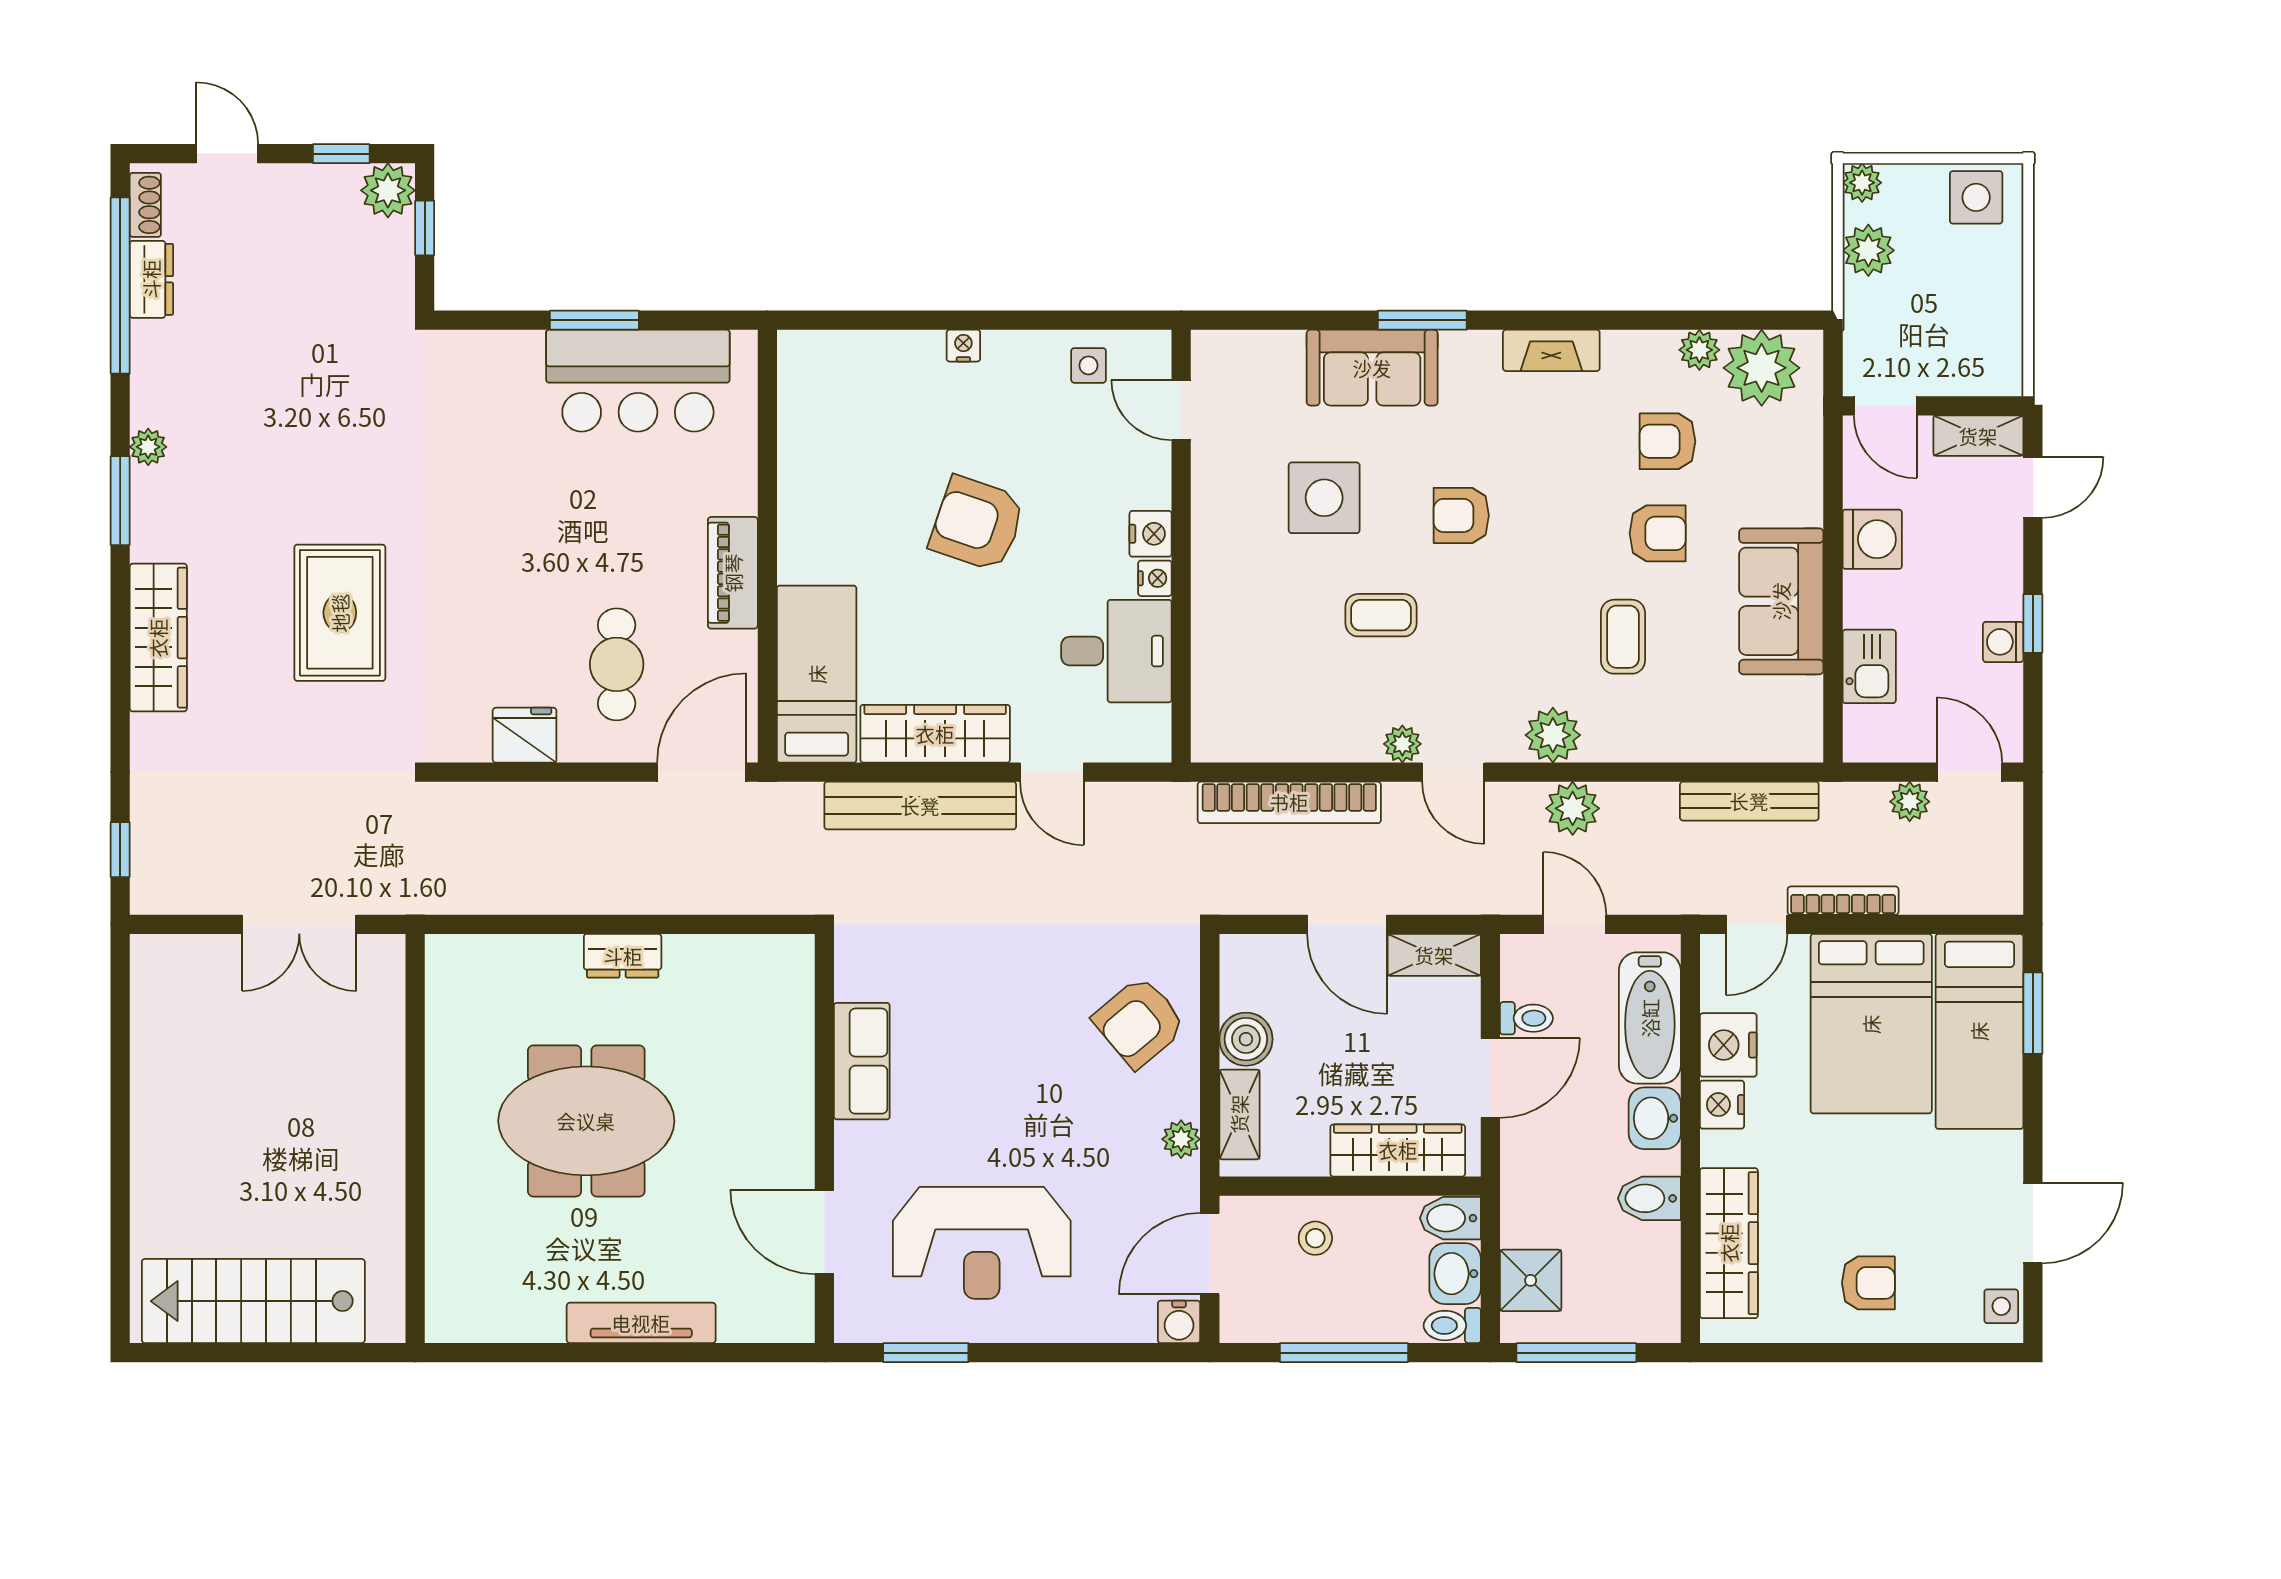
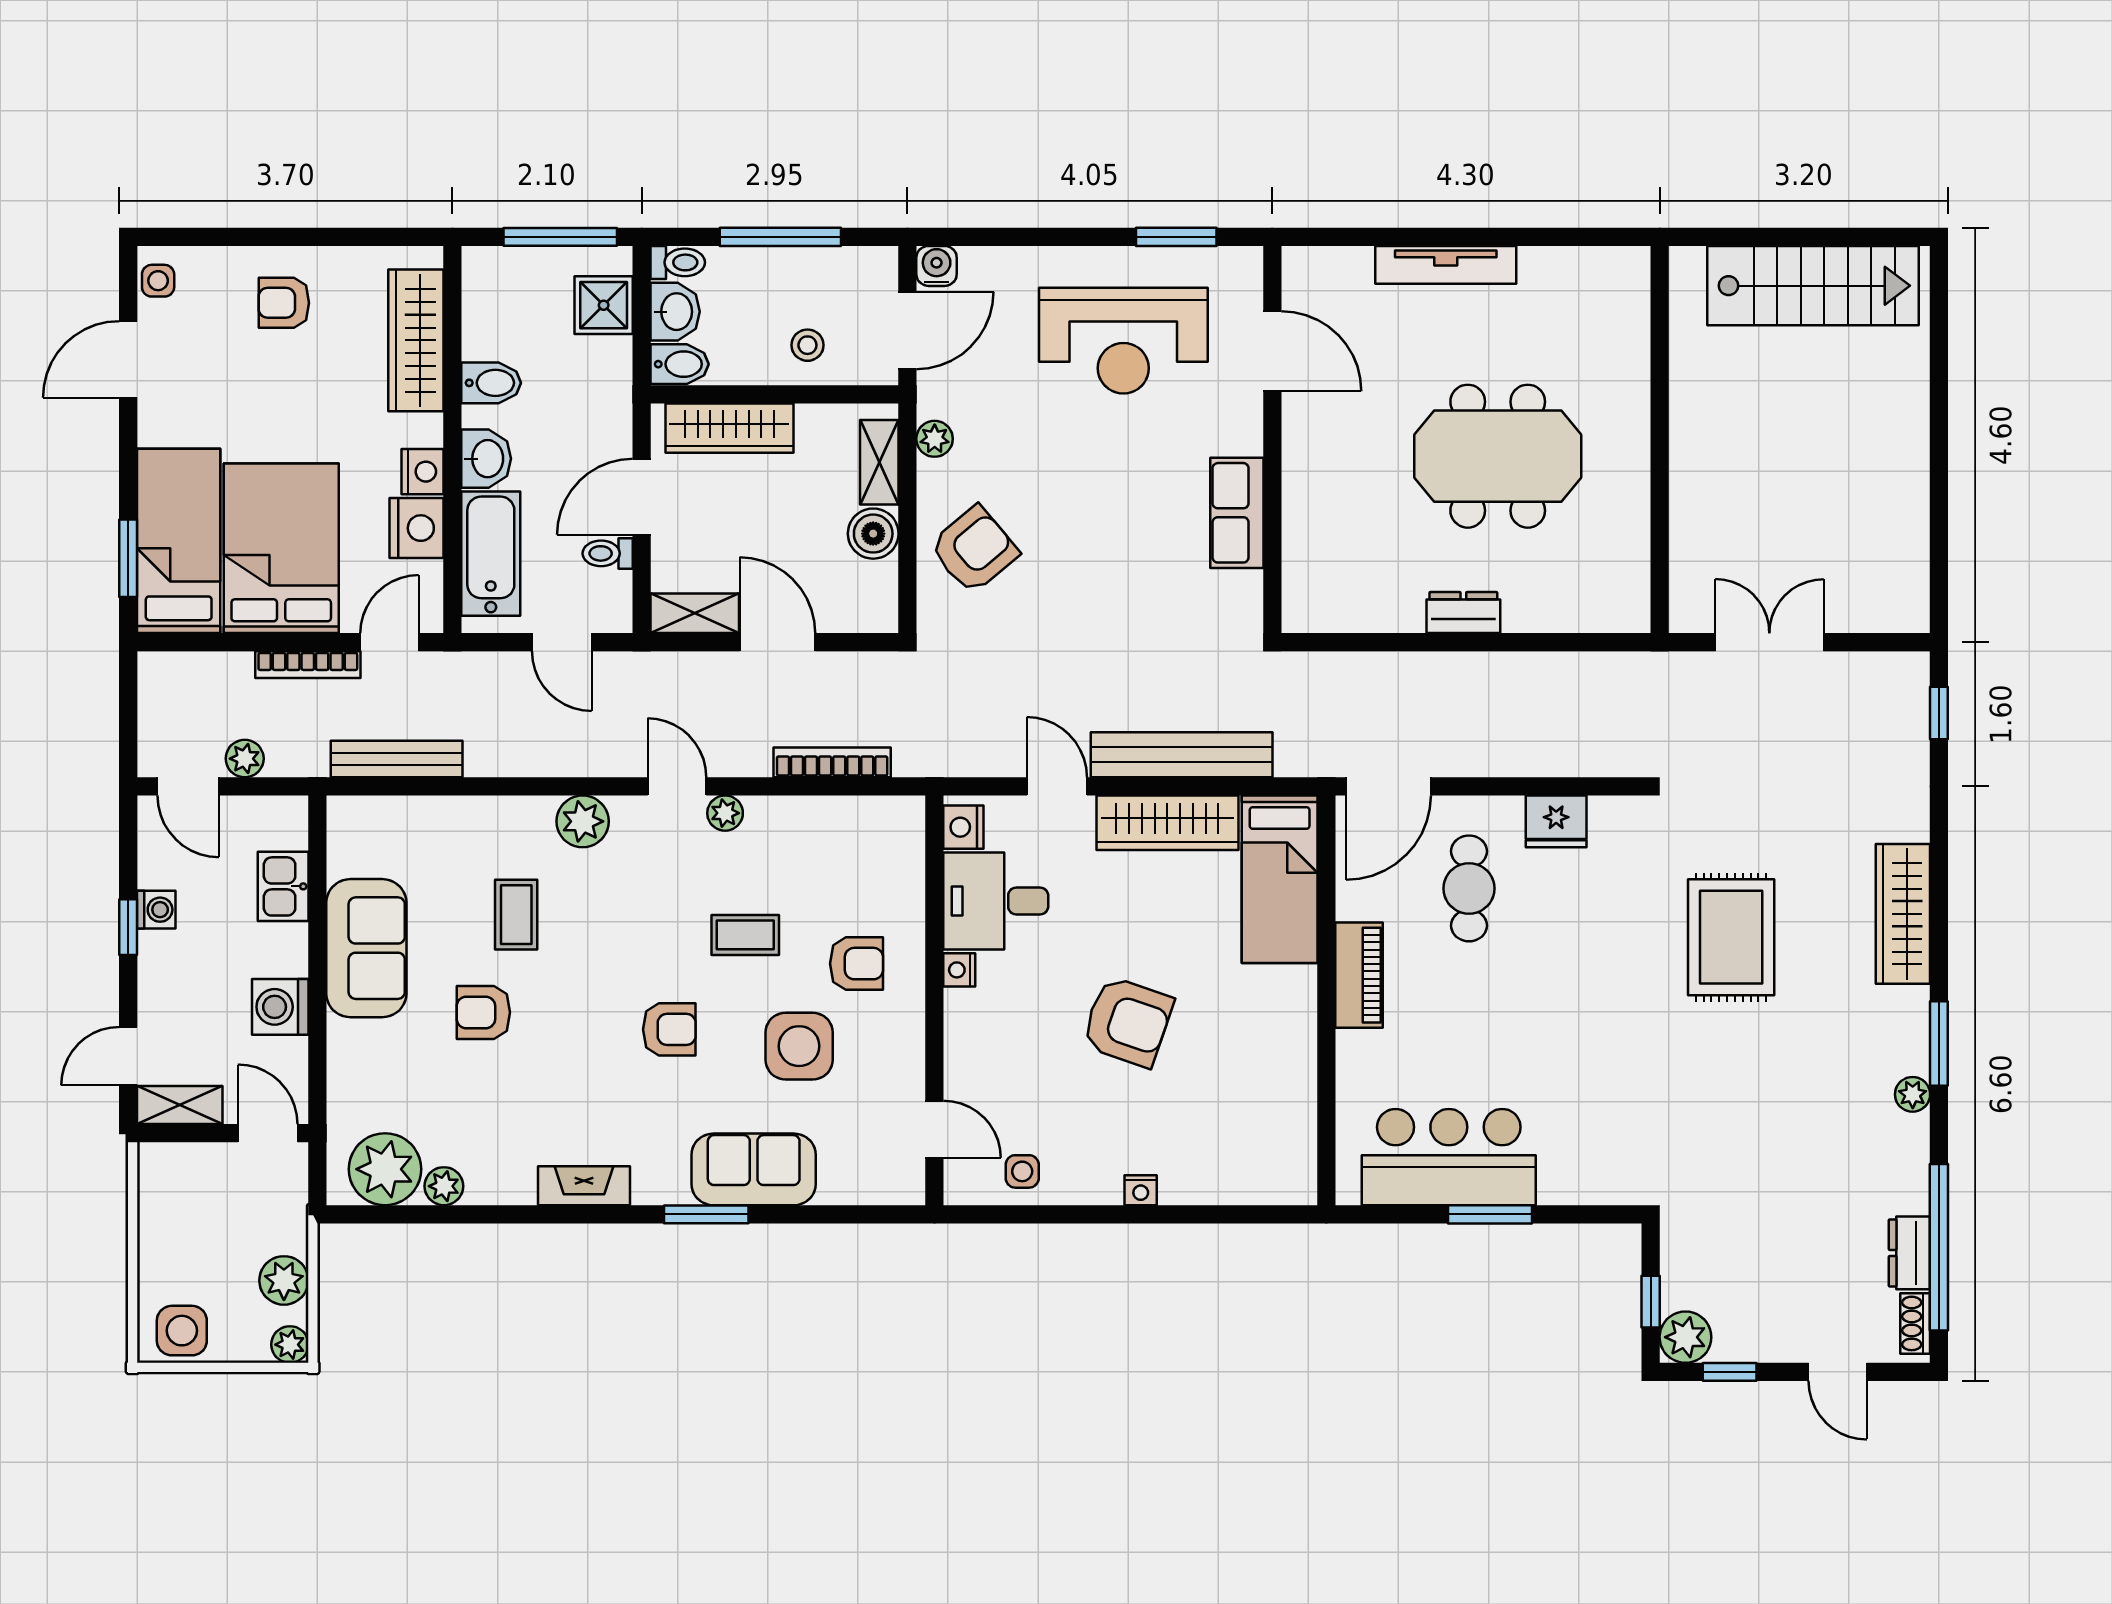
armchair: (1667, 441) -> (857, 964), moved
nightstand: (1151, 534) -> (963, 827), moved
bookcase: (1289, 802) -> (832, 762), width x0.68, depth x0.76
plant: (1573, 808) -> (564, 752), removed
reception desk: (982, 1243) -> (1123, 341), turned 180

